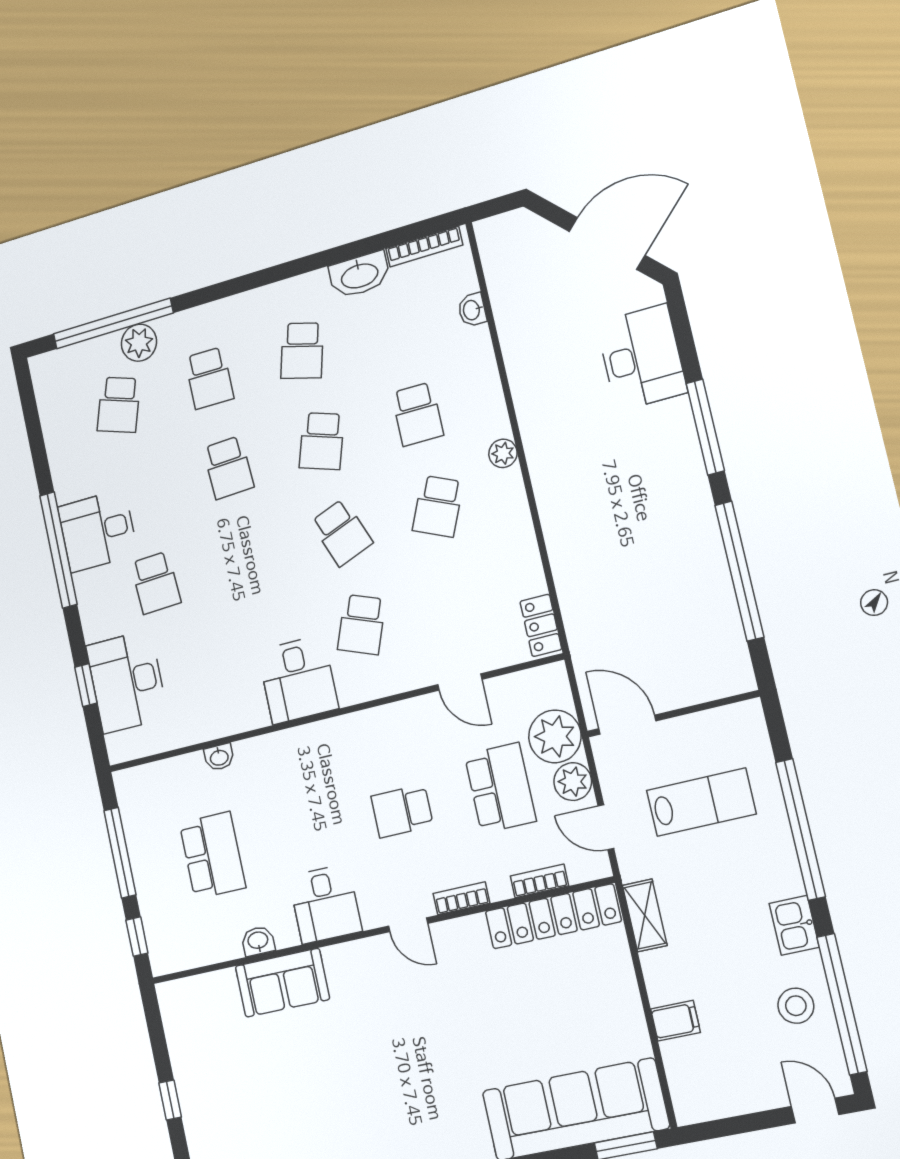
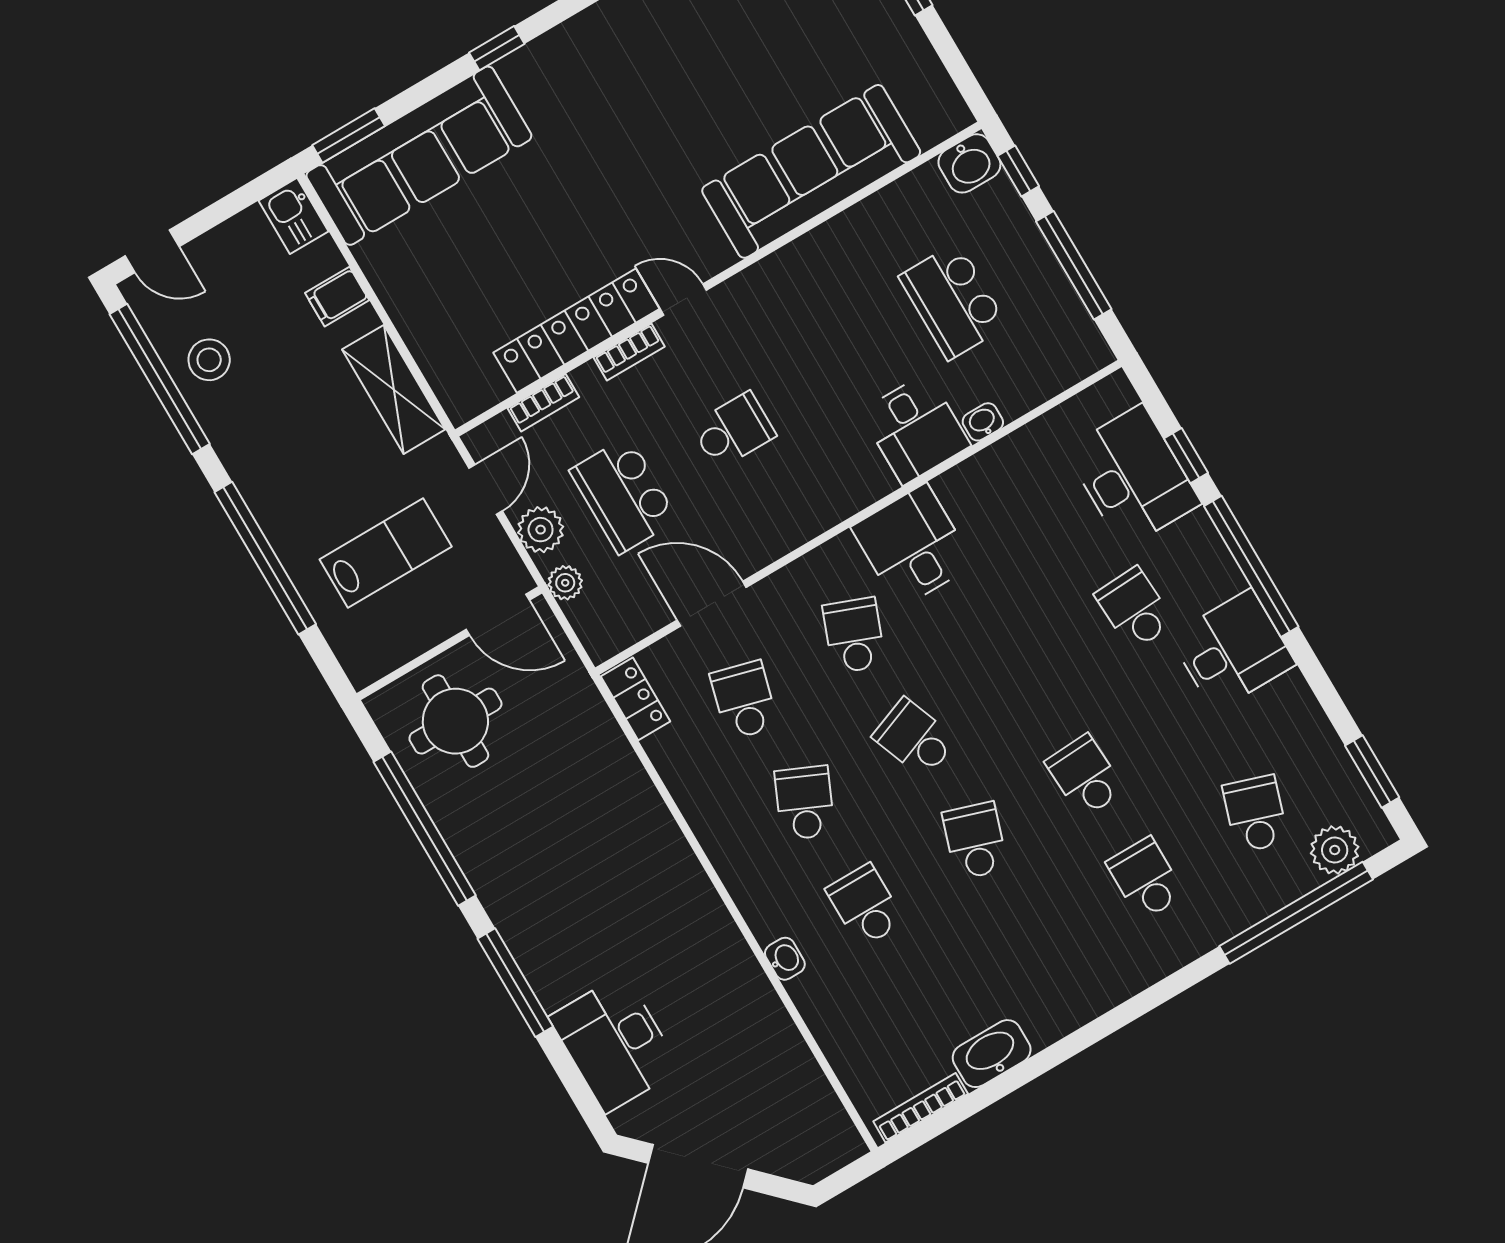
washbasin: (472, 310) -> (785, 959), moved
plant: (139, 343) -> (1335, 850), moved
school desk: (302, 351) -> (744, 700), moved
window: (31, 413) -> (1372, 772), added
plant: (503, 453) -> (745, 887), removed
window: (58, 550) -> (1251, 566), moved
round table: (687, 650) -> (455, 721), added
door: (460, 682) -> (712, 604), width x1.38
plant: (555, 736) -> (565, 583), width x0.53, depth x0.53
lab bench: (701, 802) -> (386, 553), turned 180
door: (606, 827) -> (486, 490), hinge flipped
desk: (325, 904) -> (915, 429), moved, turned 180
shelving: (645, 915) -> (394, 389), width x1.50, depth x1.33
locker: (553, 916) -> (576, 331), moved
kitchen sink: (794, 925) -> (294, 216), moved, turned 180
washbasin: (258, 941) -> (969, 163), moved, width x1.38, depth x1.45
sofa: (282, 983) -> (811, 171), width x1.85, depth x1.27

